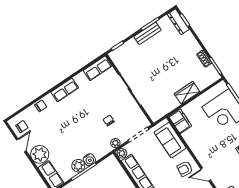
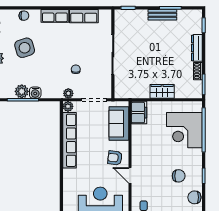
dresser: (178, 22) -> (197, 48), moved
row of seats: (98, 68) -> (84, 16), moved
side table: (58, 130) -> (25, 48), added

